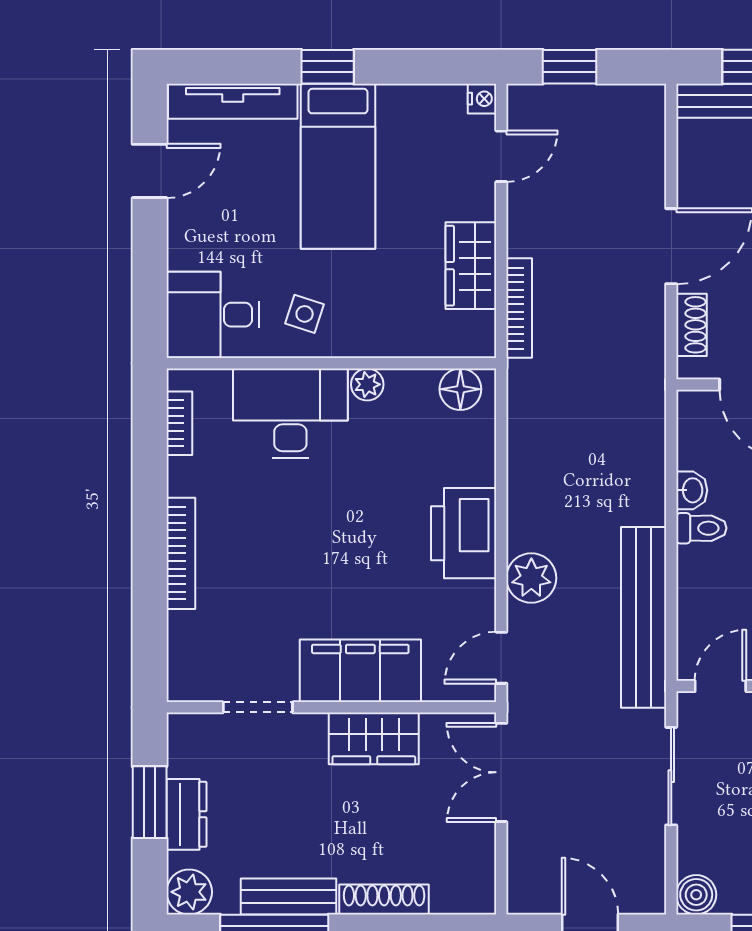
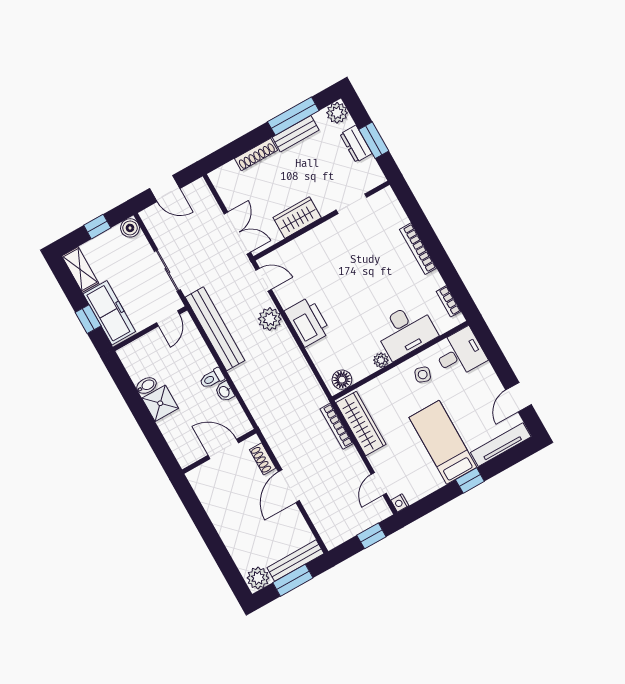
wardrobe: (471, 266) -> (361, 424), width x1.50
door: (501, 658) -> (264, 280), hinge flipped
filing cabinet: (360, 671) -> (318, 242), removed

